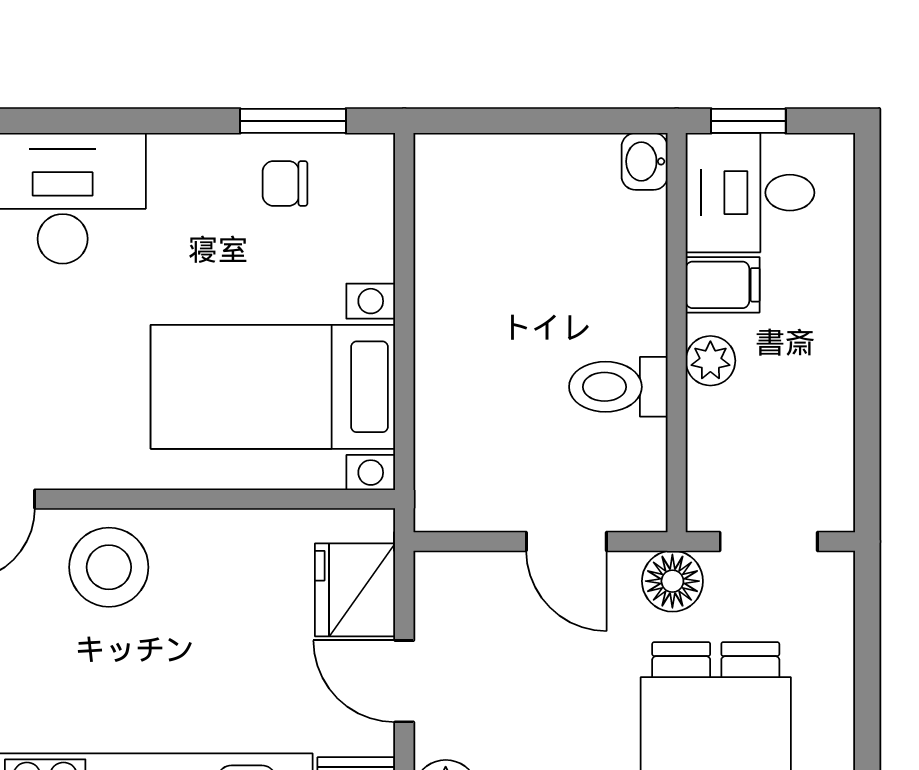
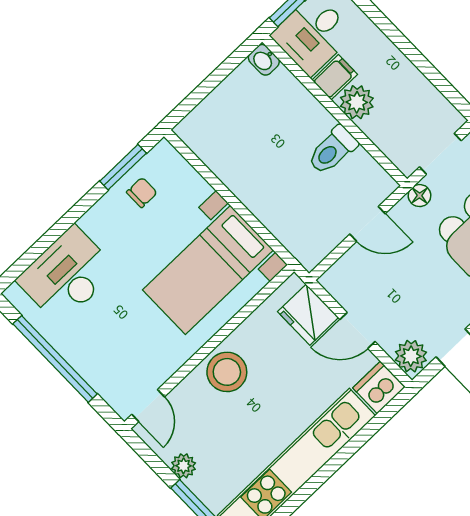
chair: (285, 183) -> (142, 192), turned 180
plant: (710, 361) -> (357, 102), width x1.38, depth x1.38
stool: (109, 567) -> (227, 372), moved
floor lamp: (672, 581) -> (420, 196), width x0.73, depth x0.73

